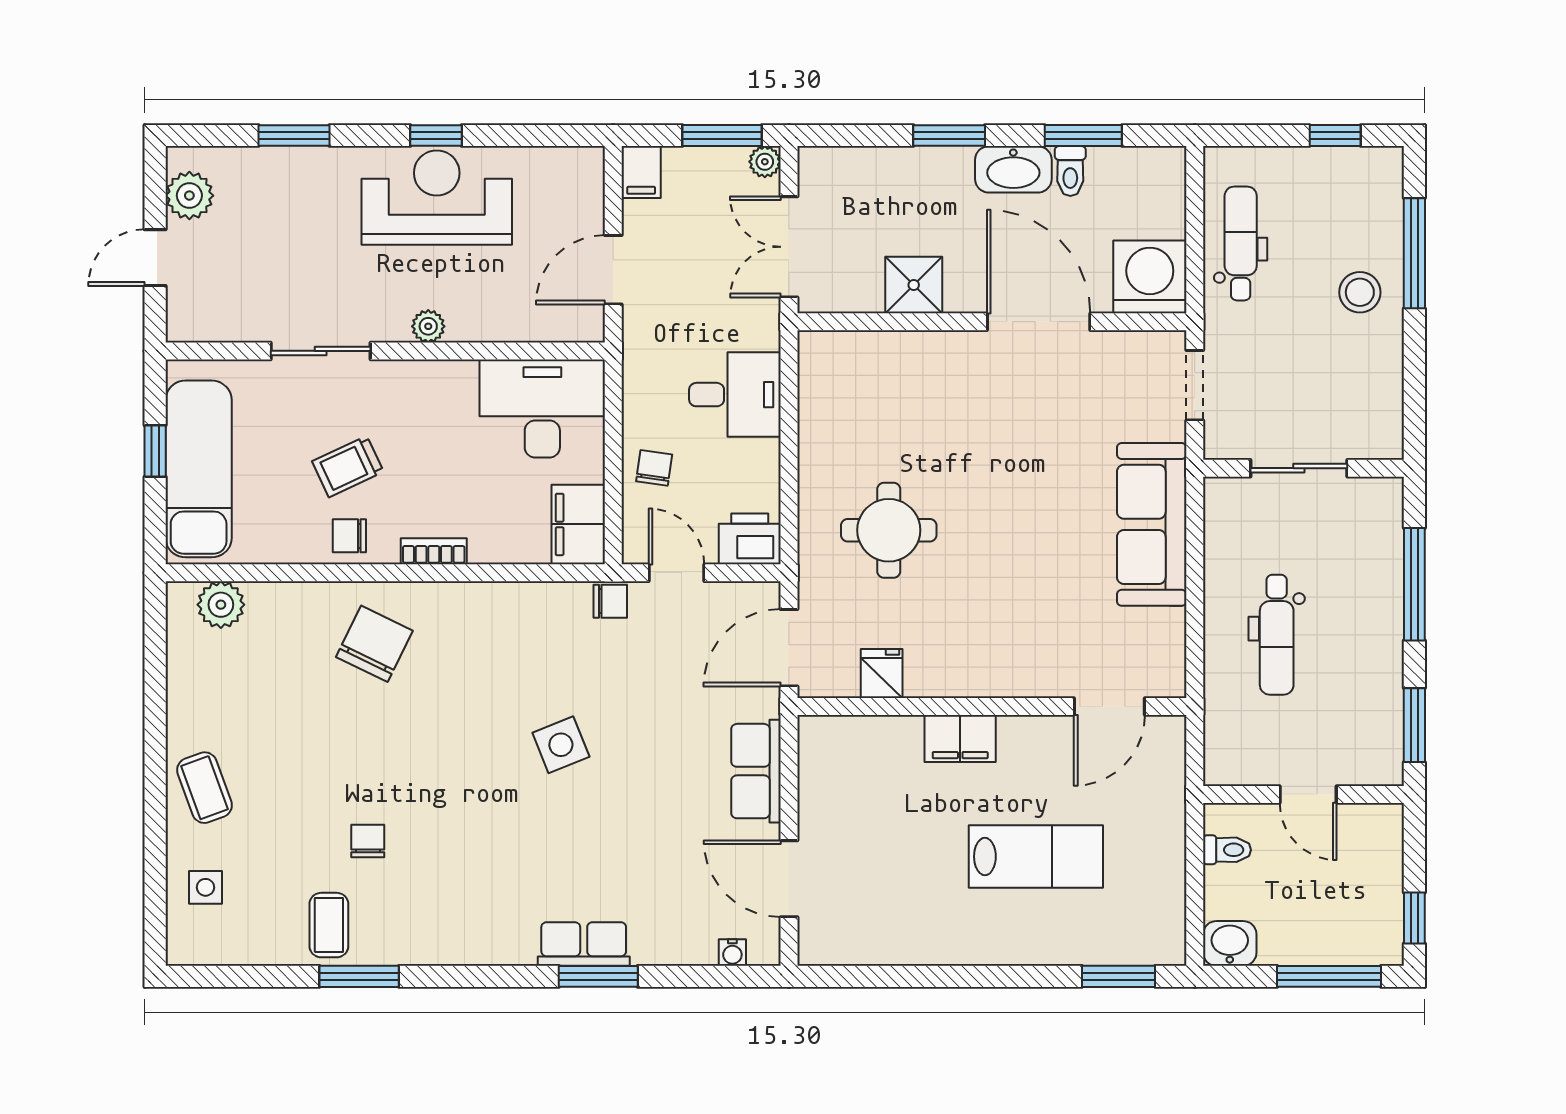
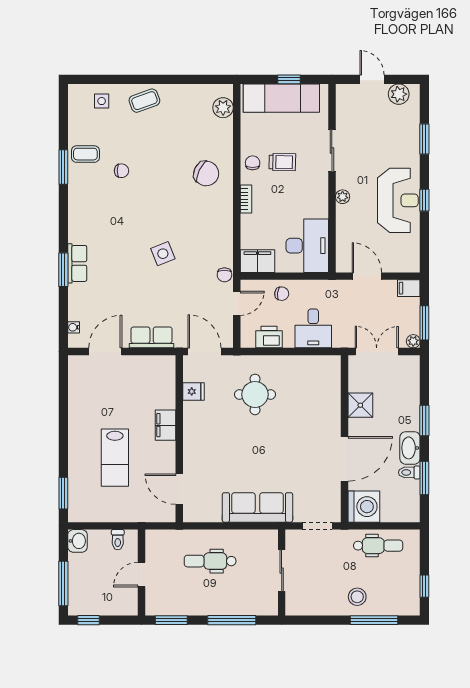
trolley: (348, 467) -> (282, 162), turned 116
printer: (750, 539) -> (269, 337), moved, turned -90

